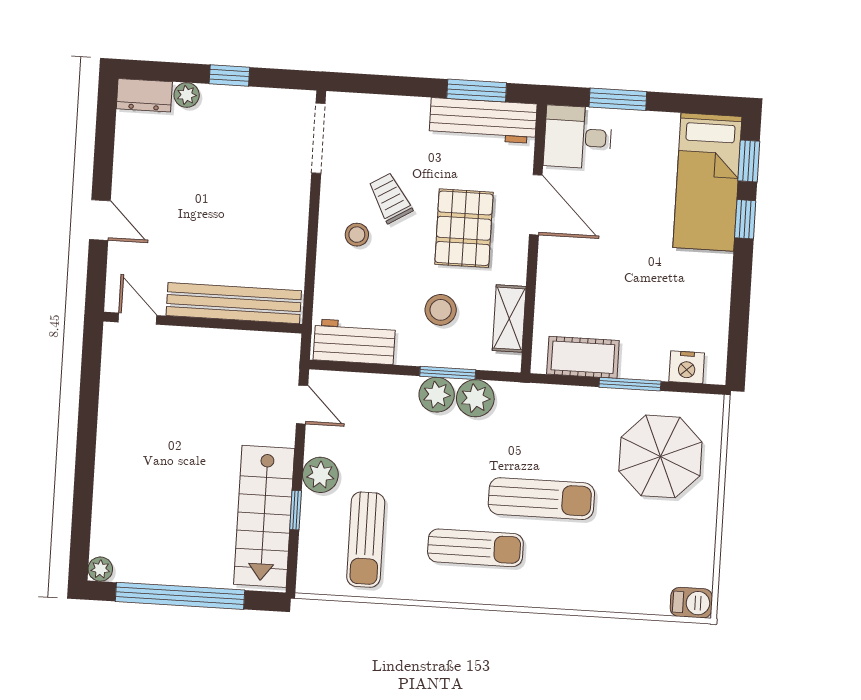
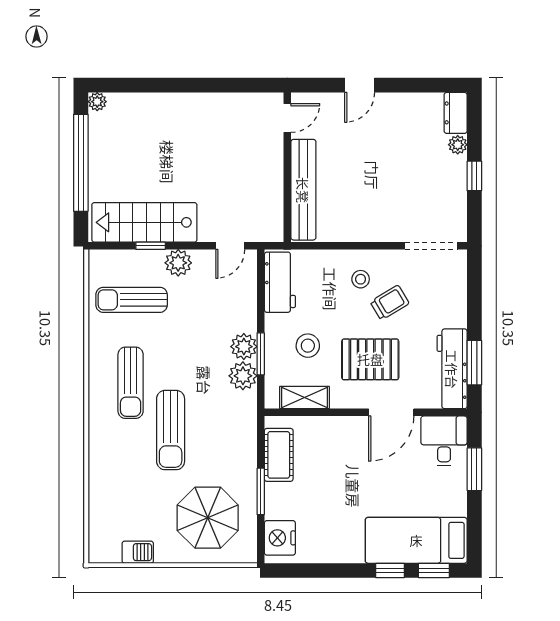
nightstand: (687, 367) -> (280, 538), width x1.36, depth x1.33
barbecue: (691, 603) -> (138, 552), moved, turned -90

